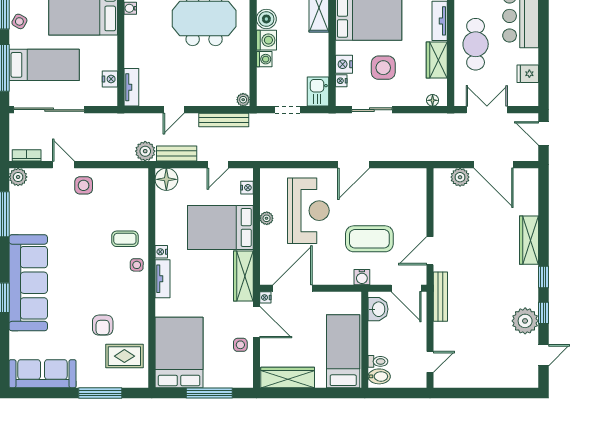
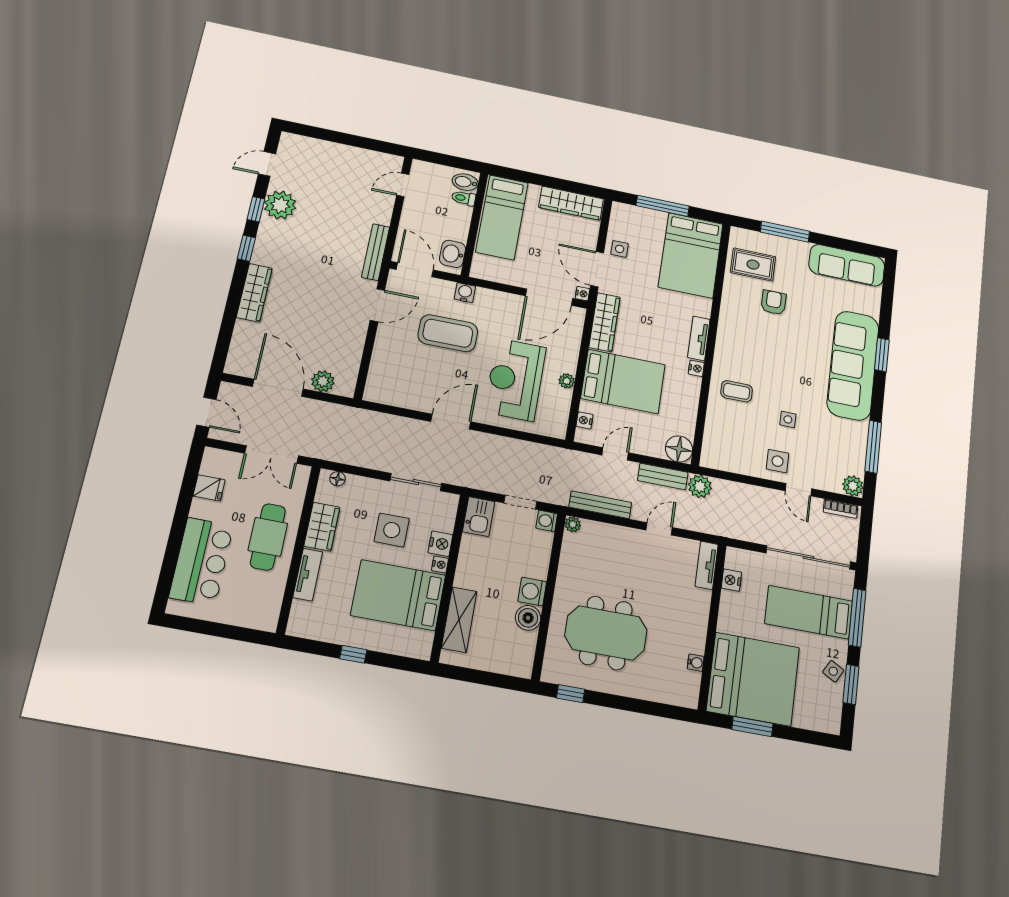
washing machine: (264, 59) -> (547, 521), moved
nightstand: (341, 81) -> (440, 565), moved
side table: (137, 265) -> (788, 419), moved

